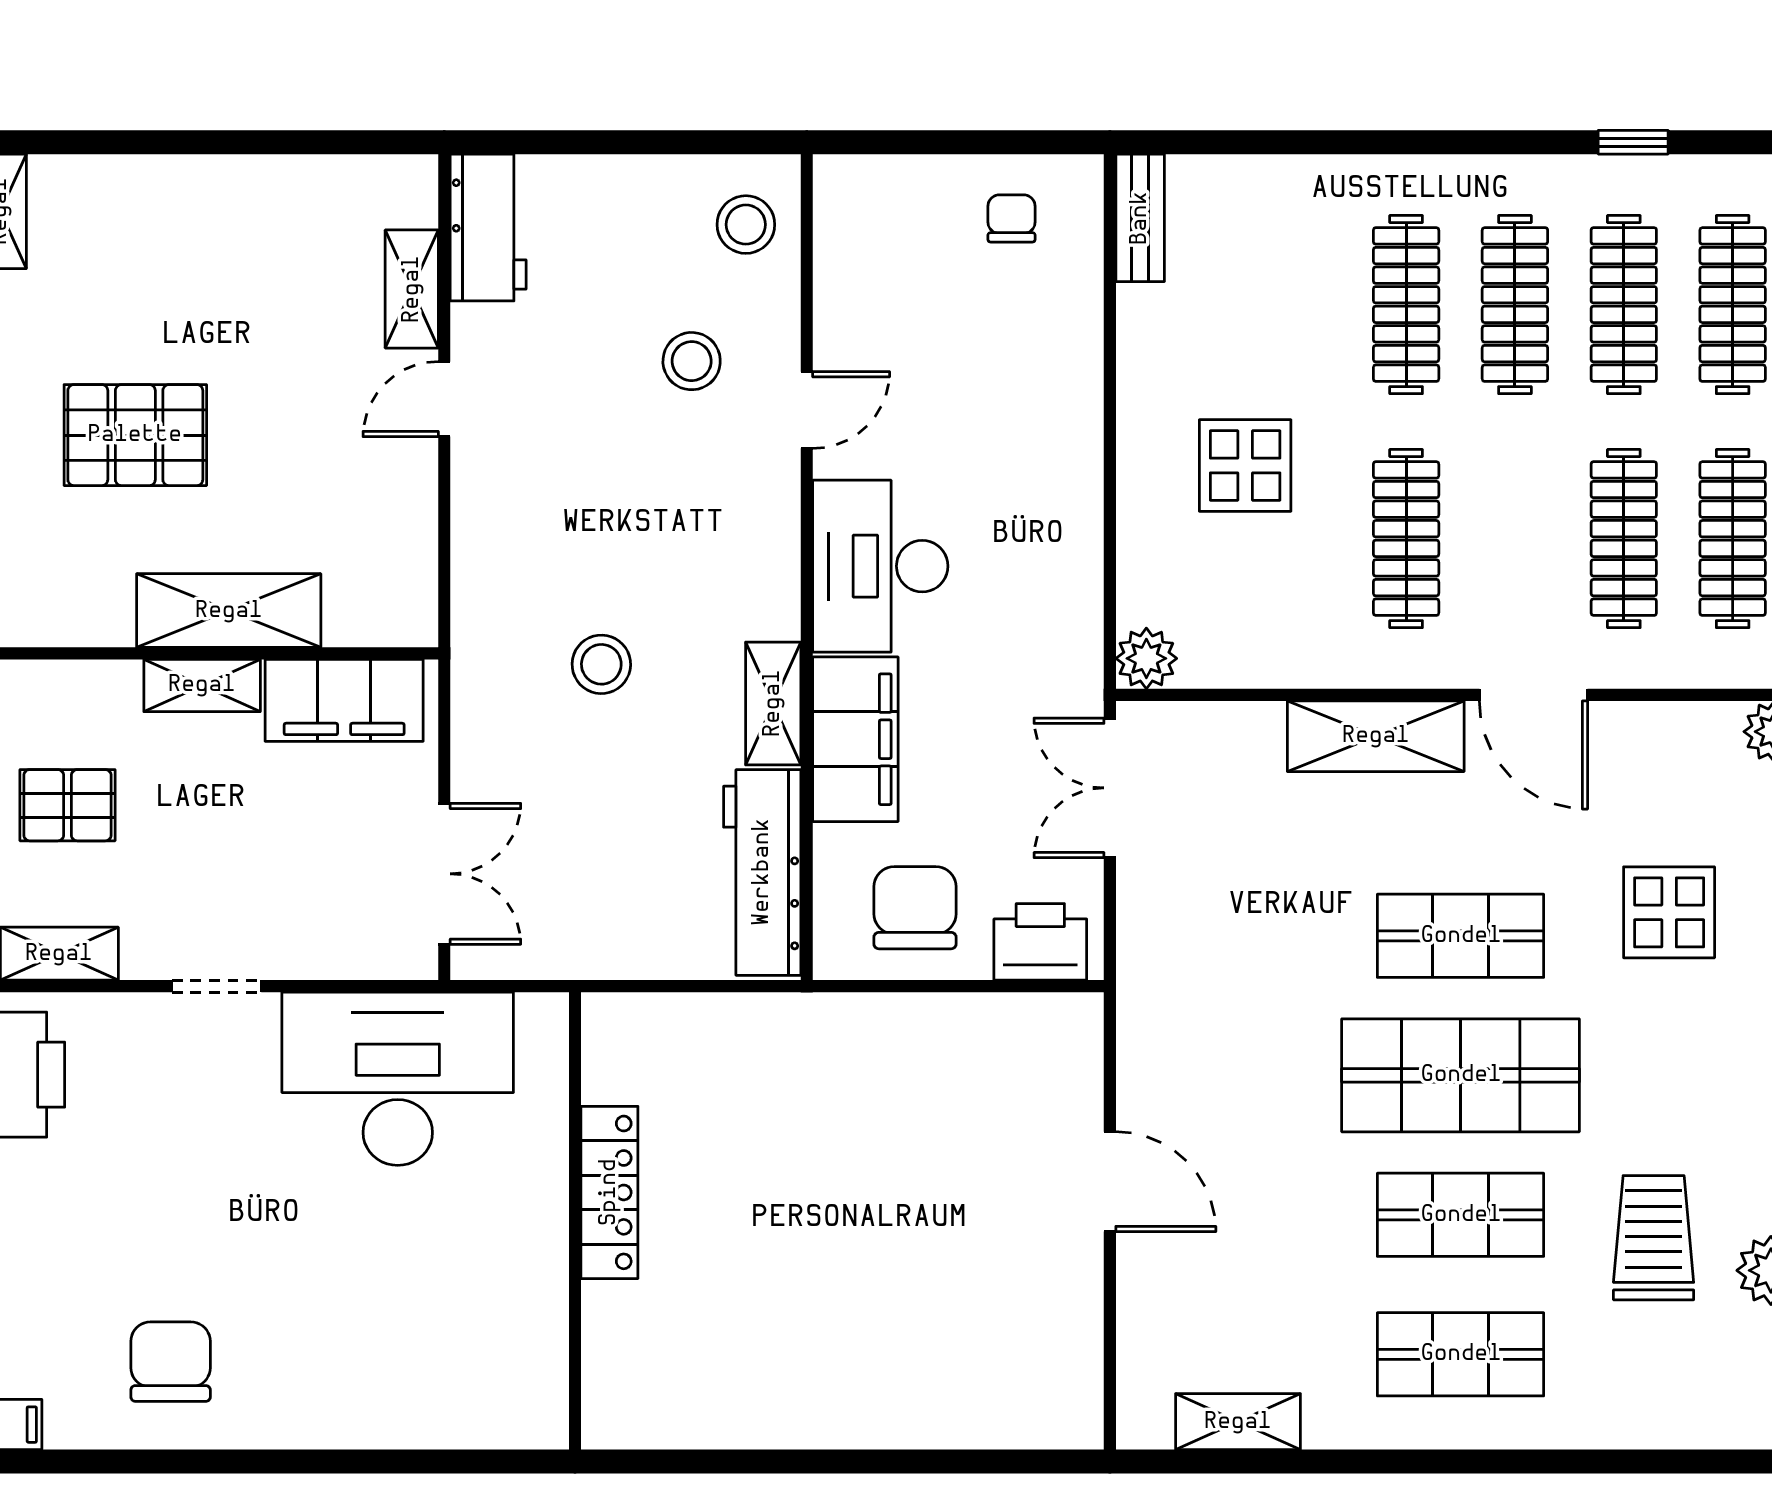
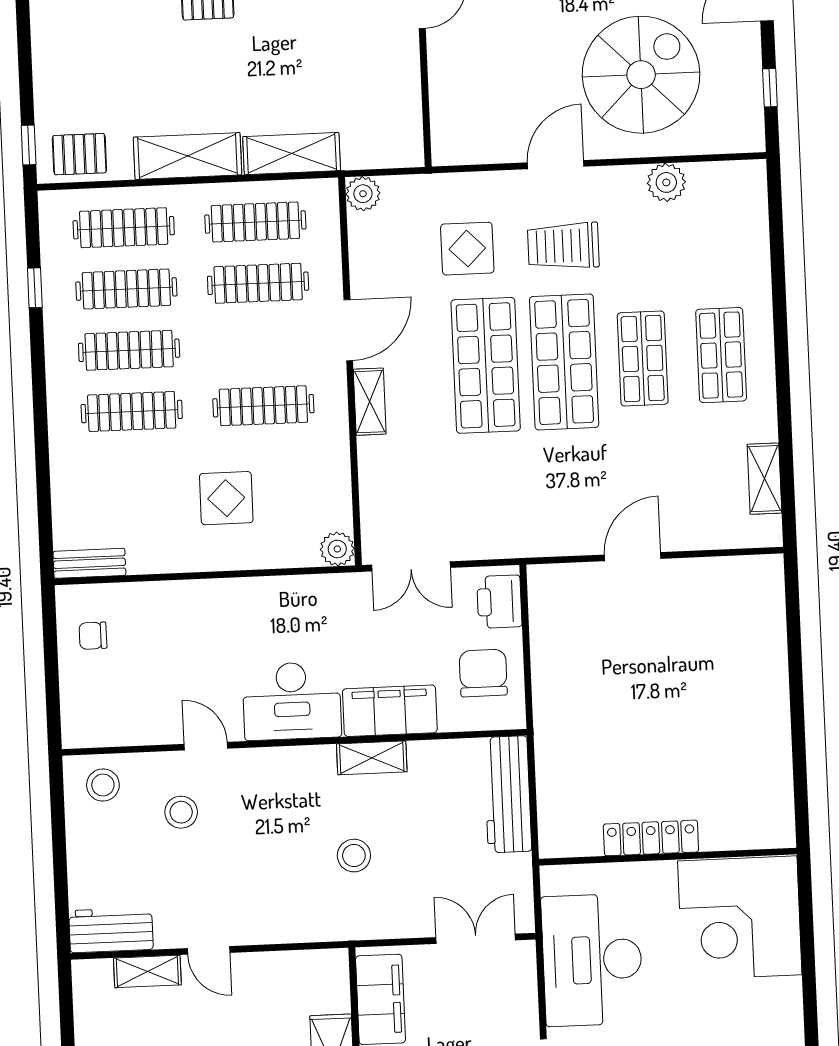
shelving: (1376, 736) -> (370, 402), width x0.67, depth x0.75
workbench: (762, 872) -> (508, 794), moved, turned 90
chair: (915, 908) -> (483, 673), turned 90
shop shelf: (1461, 936) -> (486, 365), width x1.43, depth x1.36
trolley: (1654, 1238) -> (563, 246), moved
corner desk: (461, 1344) -> (740, 918), added

